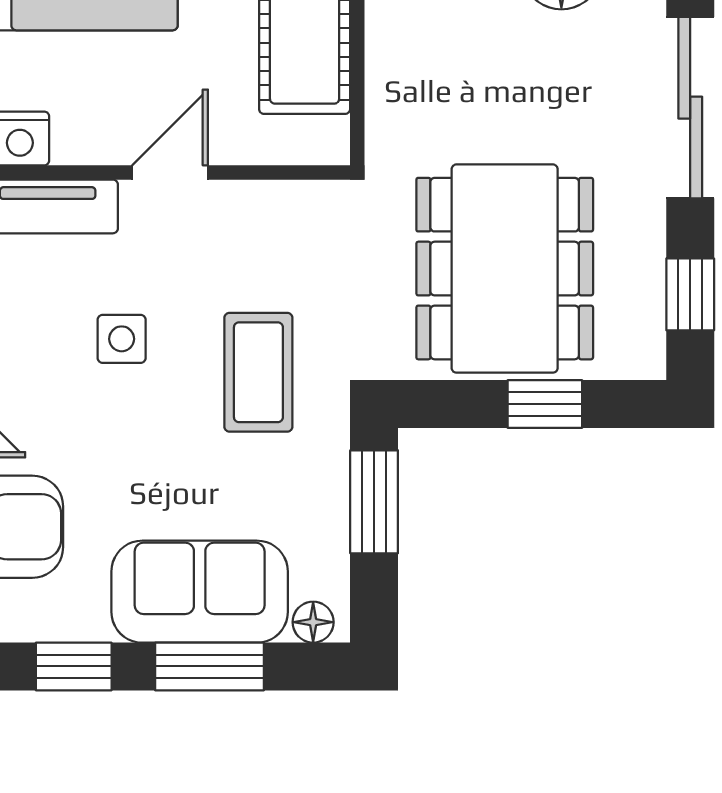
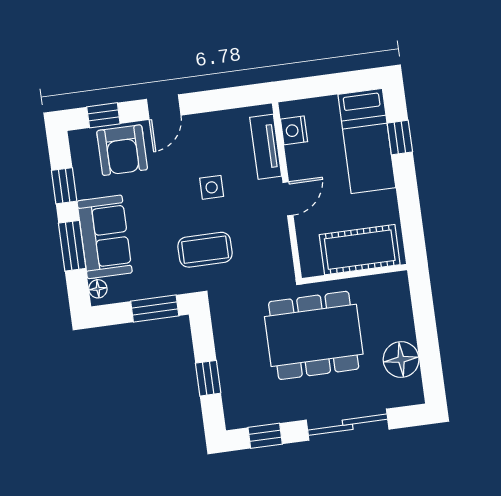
door: (170, 173) -> (288, 199), hinge flipped
dining table: (505, 269) -> (314, 335), moved

